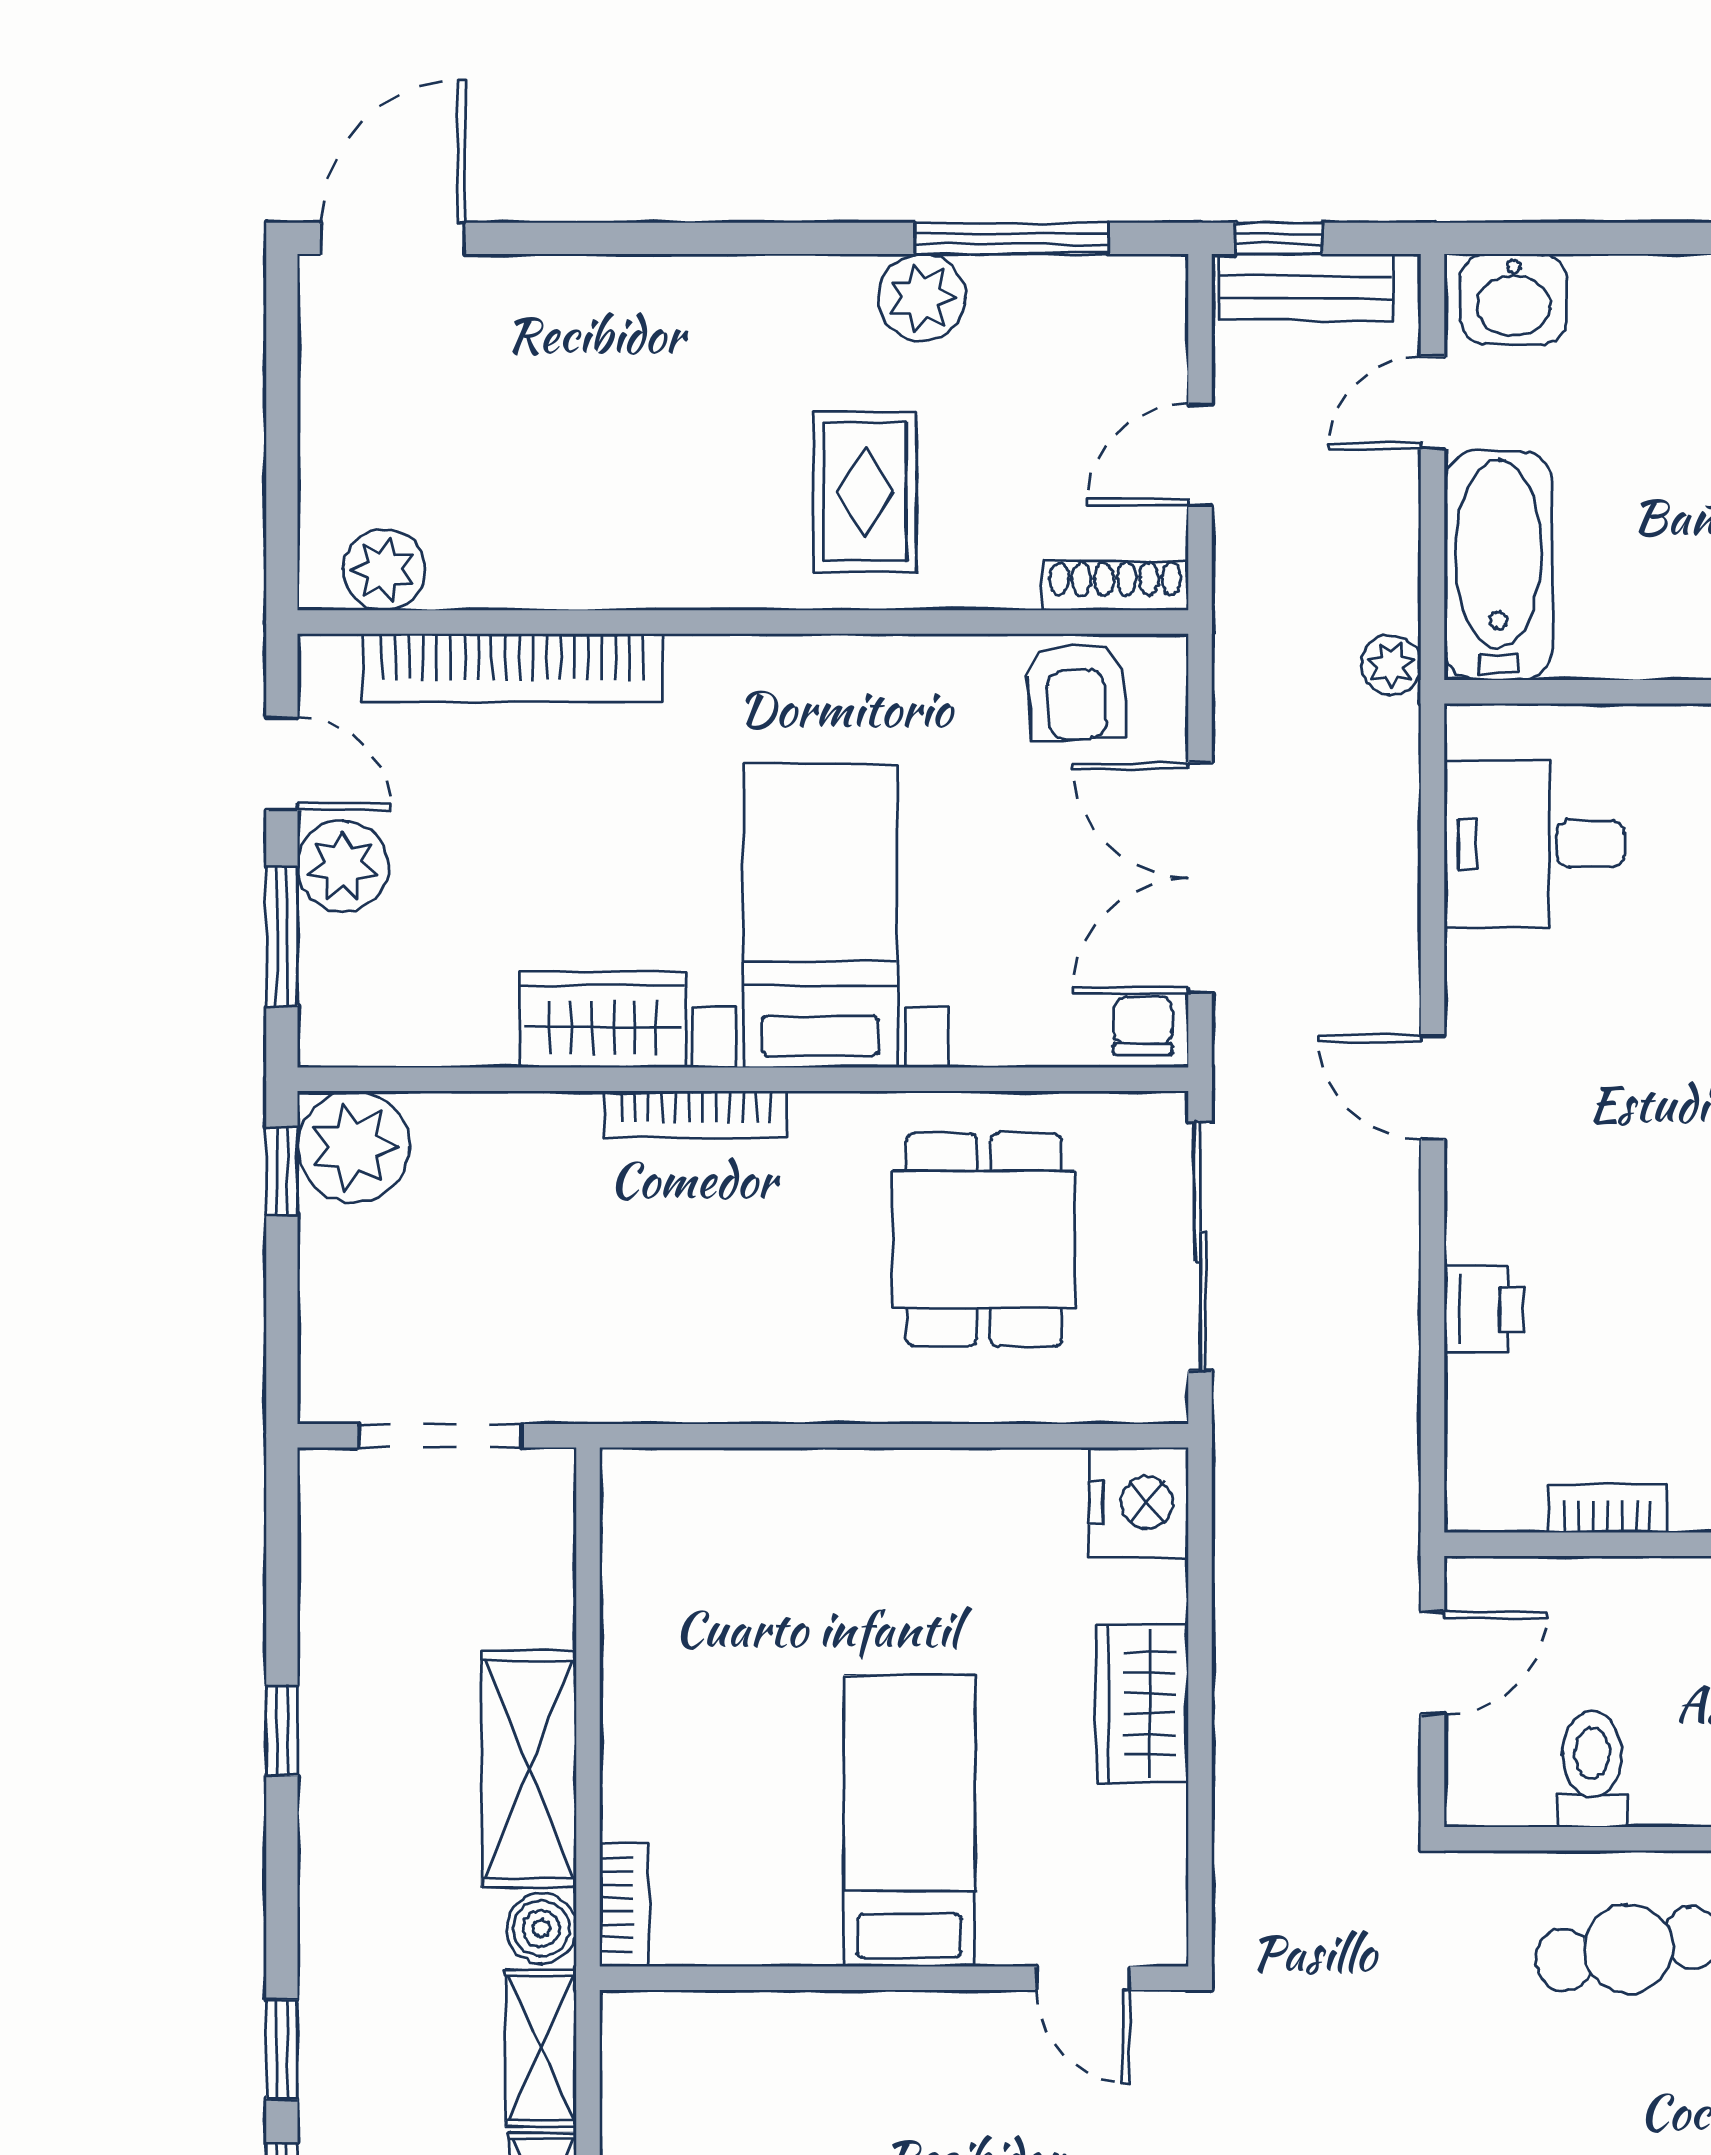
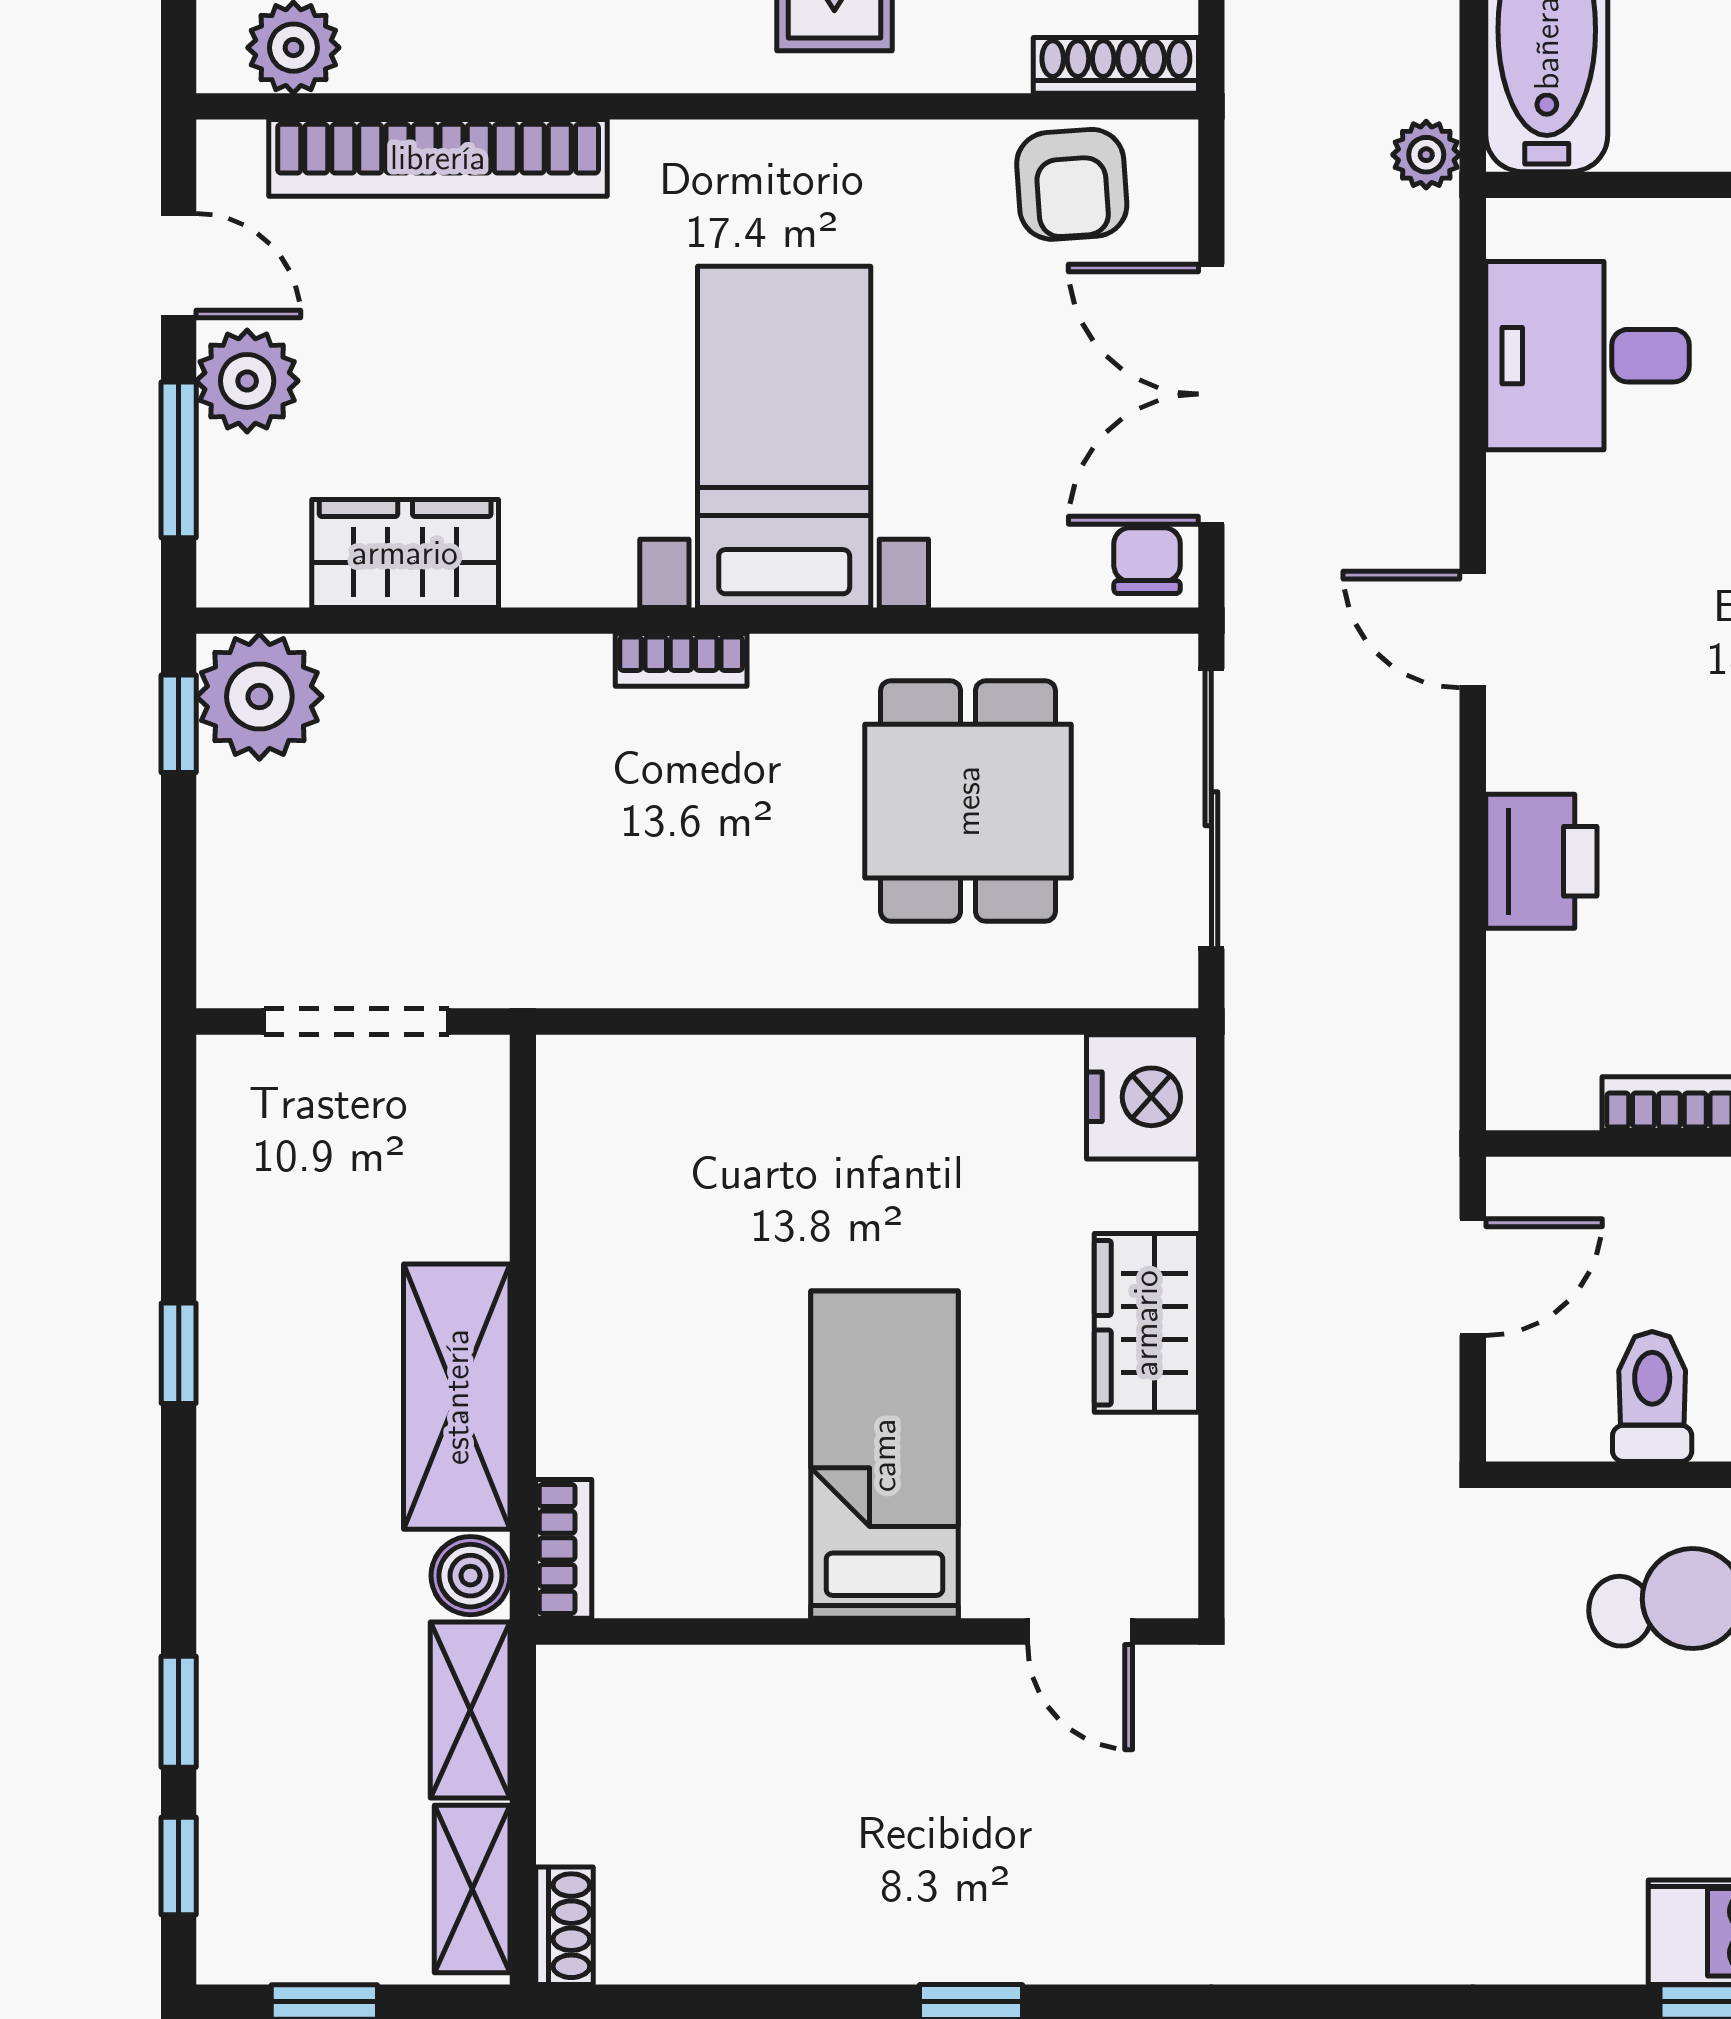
wardrobe: (603, 1020) -> (405, 553), moved
bookcase: (696, 1114) -> (681, 660), width x0.64
printer: (1484, 1309) -> (1541, 861), width x1.36, depth x1.24

